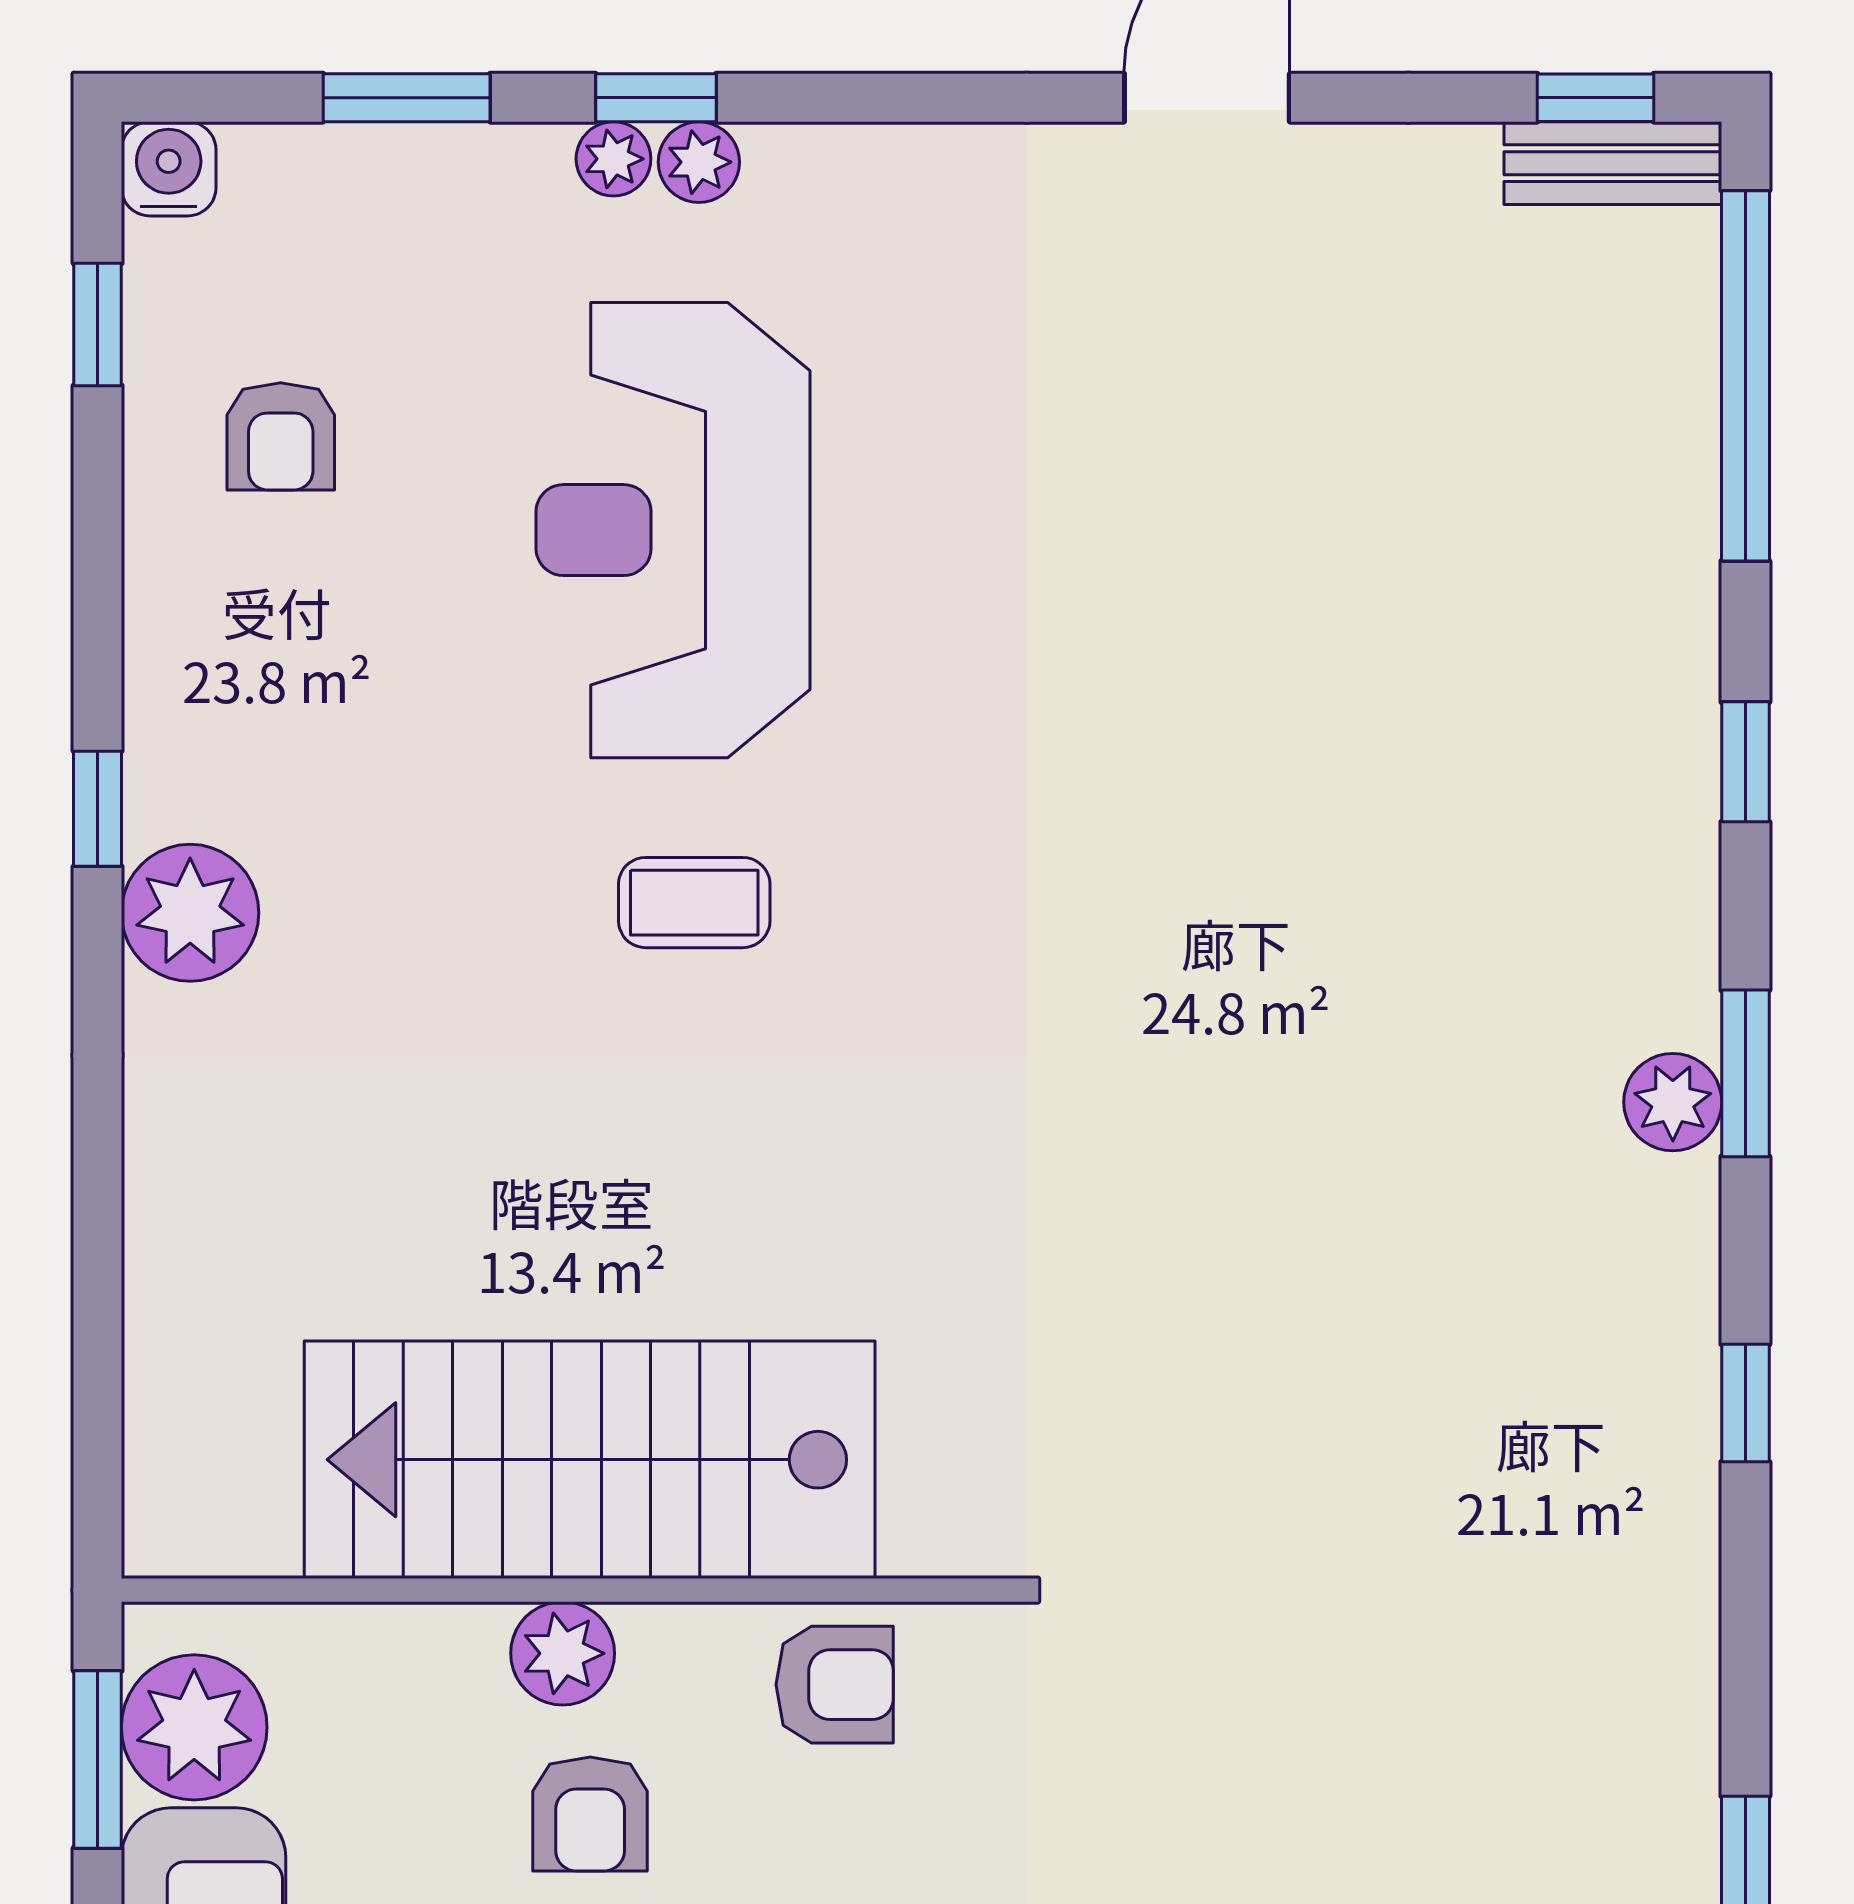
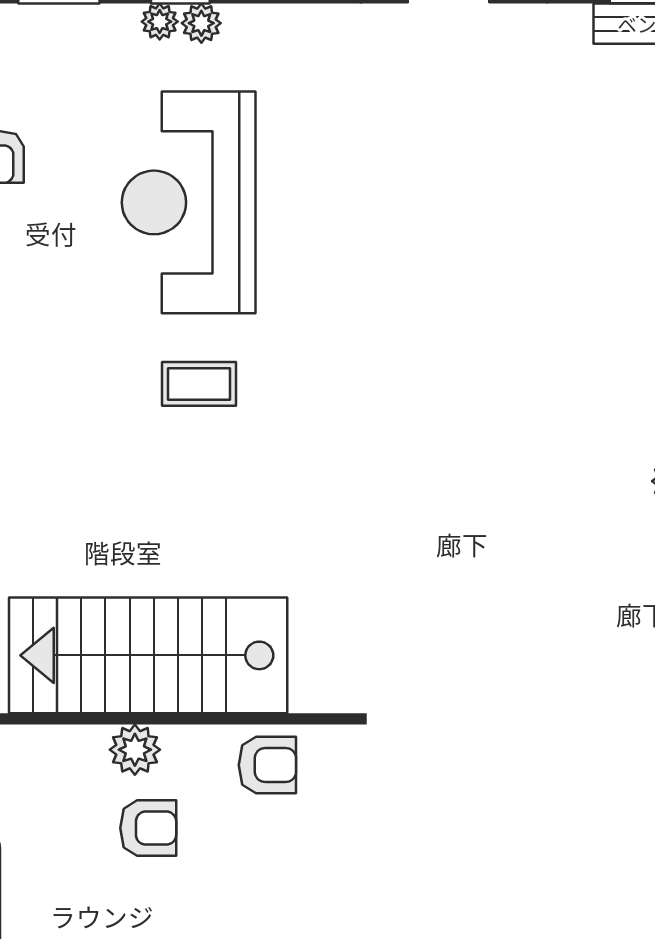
armchair: (590, 1814) -> (148, 828), turned -90

